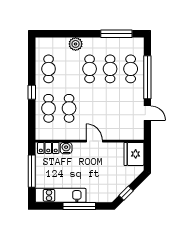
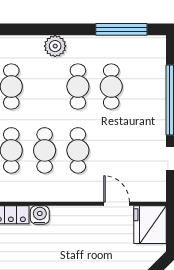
cafe table: (131, 69) -> (78, 150), moved
door: (94, 141) -> (117, 204), moved

